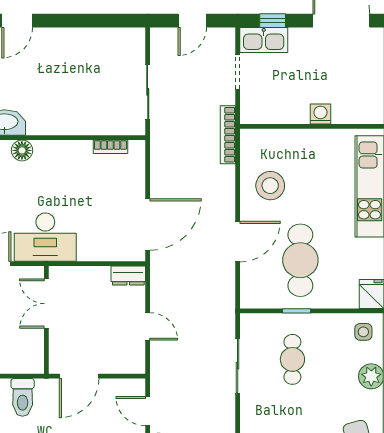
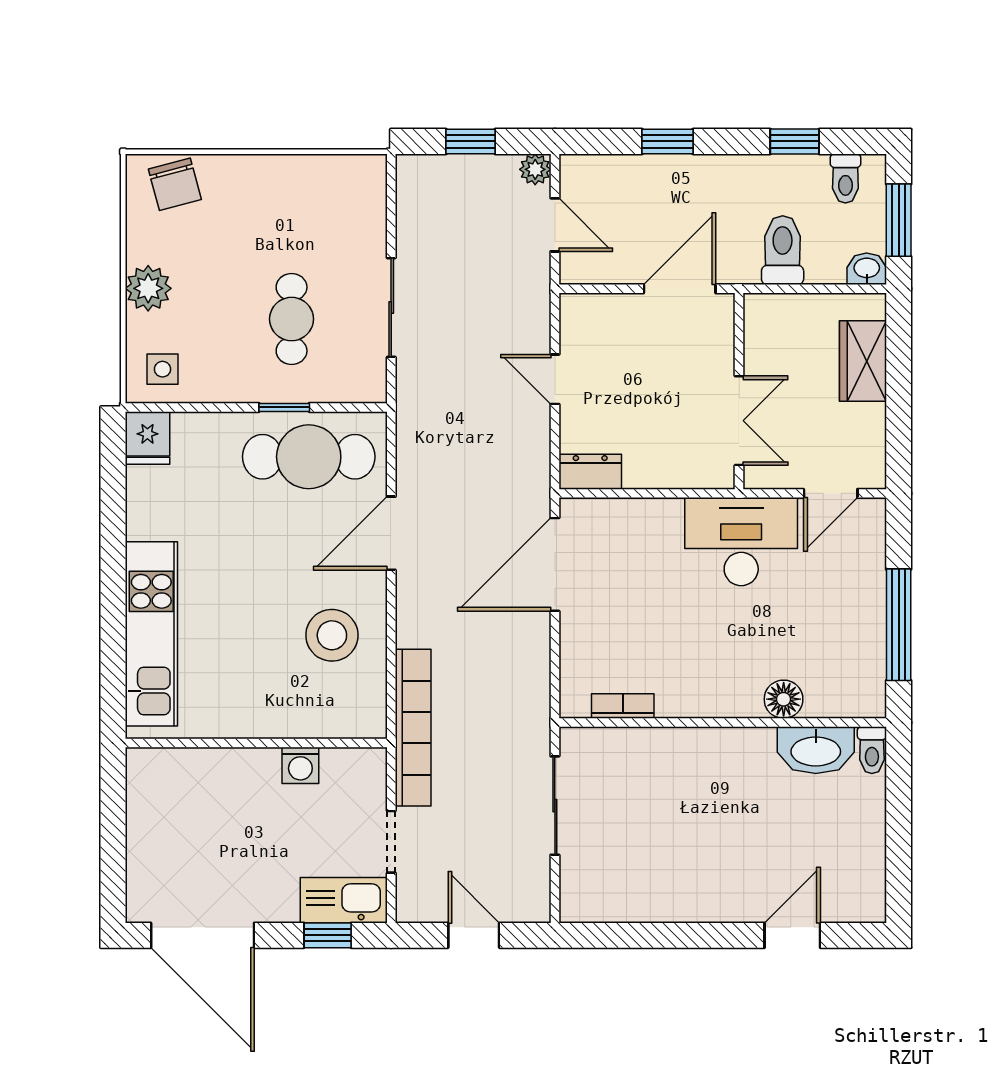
door: (192, 21) -> (474, 935), hinge flipped
washing machine: (320, 114) -> (300, 765), moved
bookcase: (228, 135) -> (413, 728), width x1.48, depth x1.31
cafe table: (300, 260) -> (309, 457), moved, turned 90

